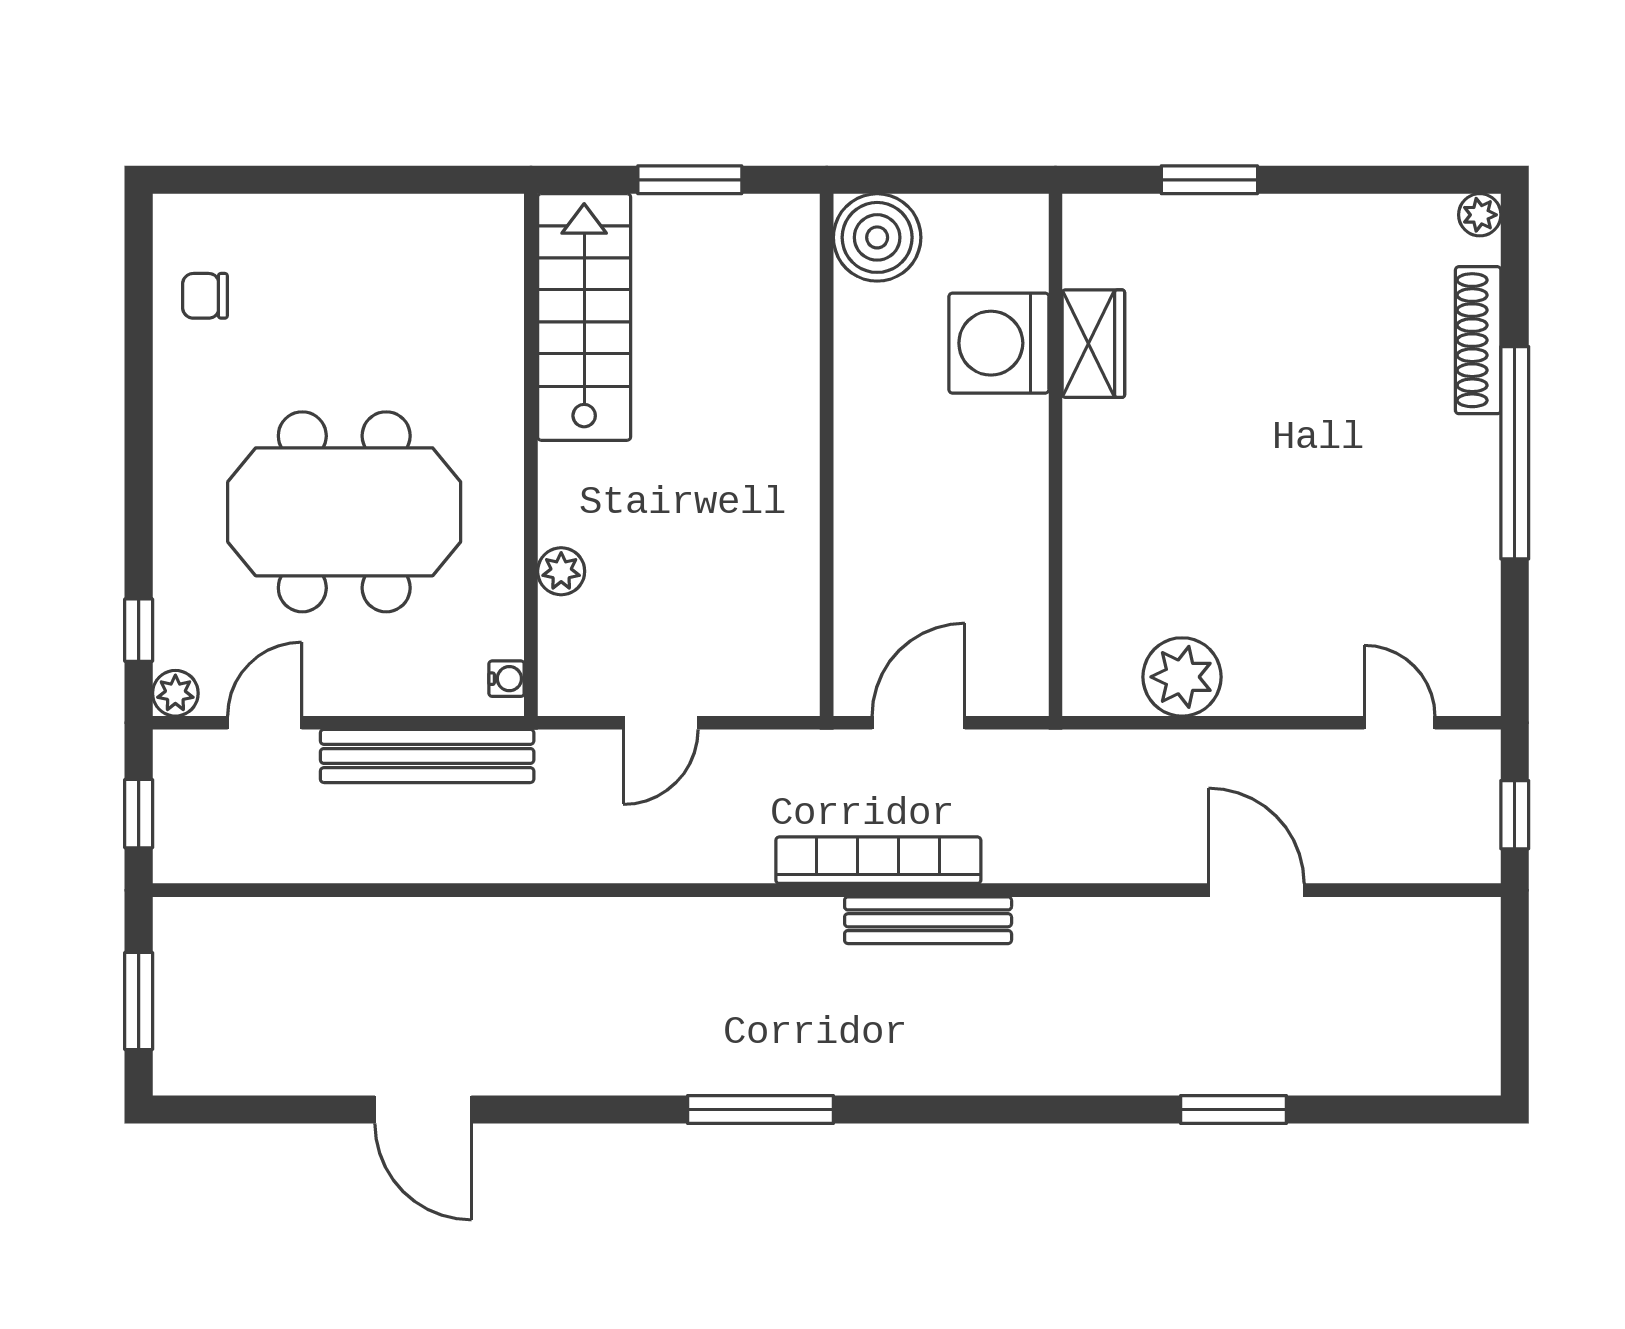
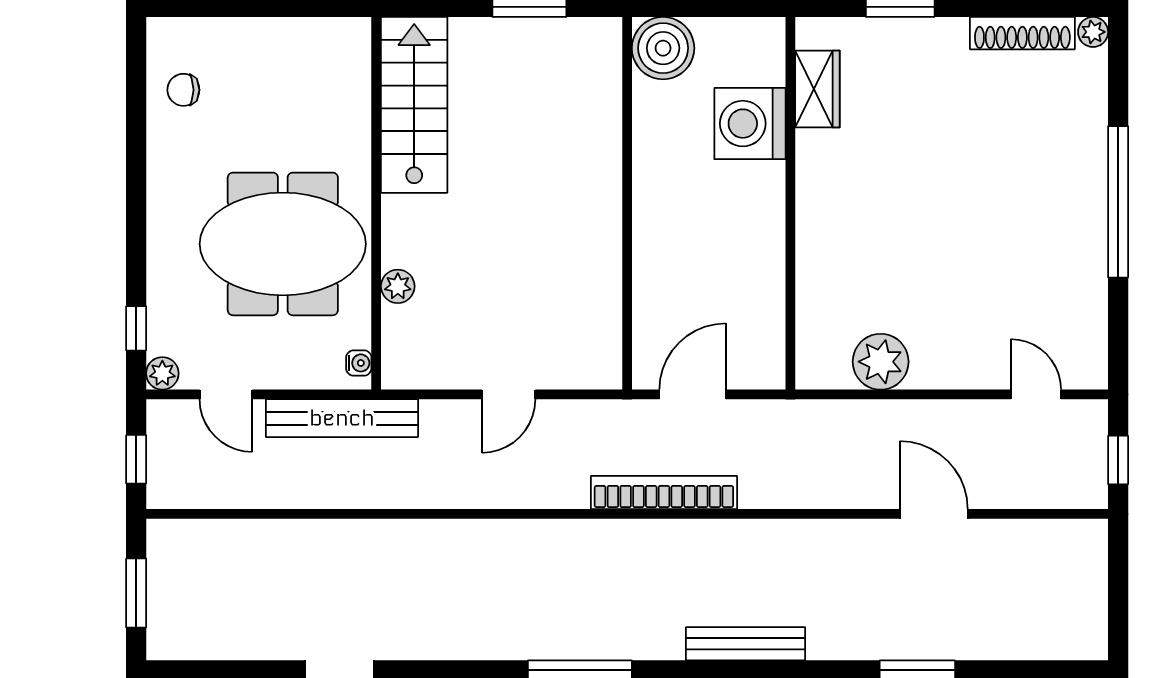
stairs: (584, 317) -> (414, 105), moved
shoe rack: (1478, 340) -> (1022, 33), moved, turned -90
wardrobe: (1093, 344) -> (817, 89), moved
wall: (531, 455) -> (376, 203), moved
plant: (561, 571) -> (398, 286), moved
water cooler: (506, 679) -> (359, 363), moved
door: (265, 723) -> (226, 394), swing flipped
bench: (928, 920) -> (746, 644), moved

